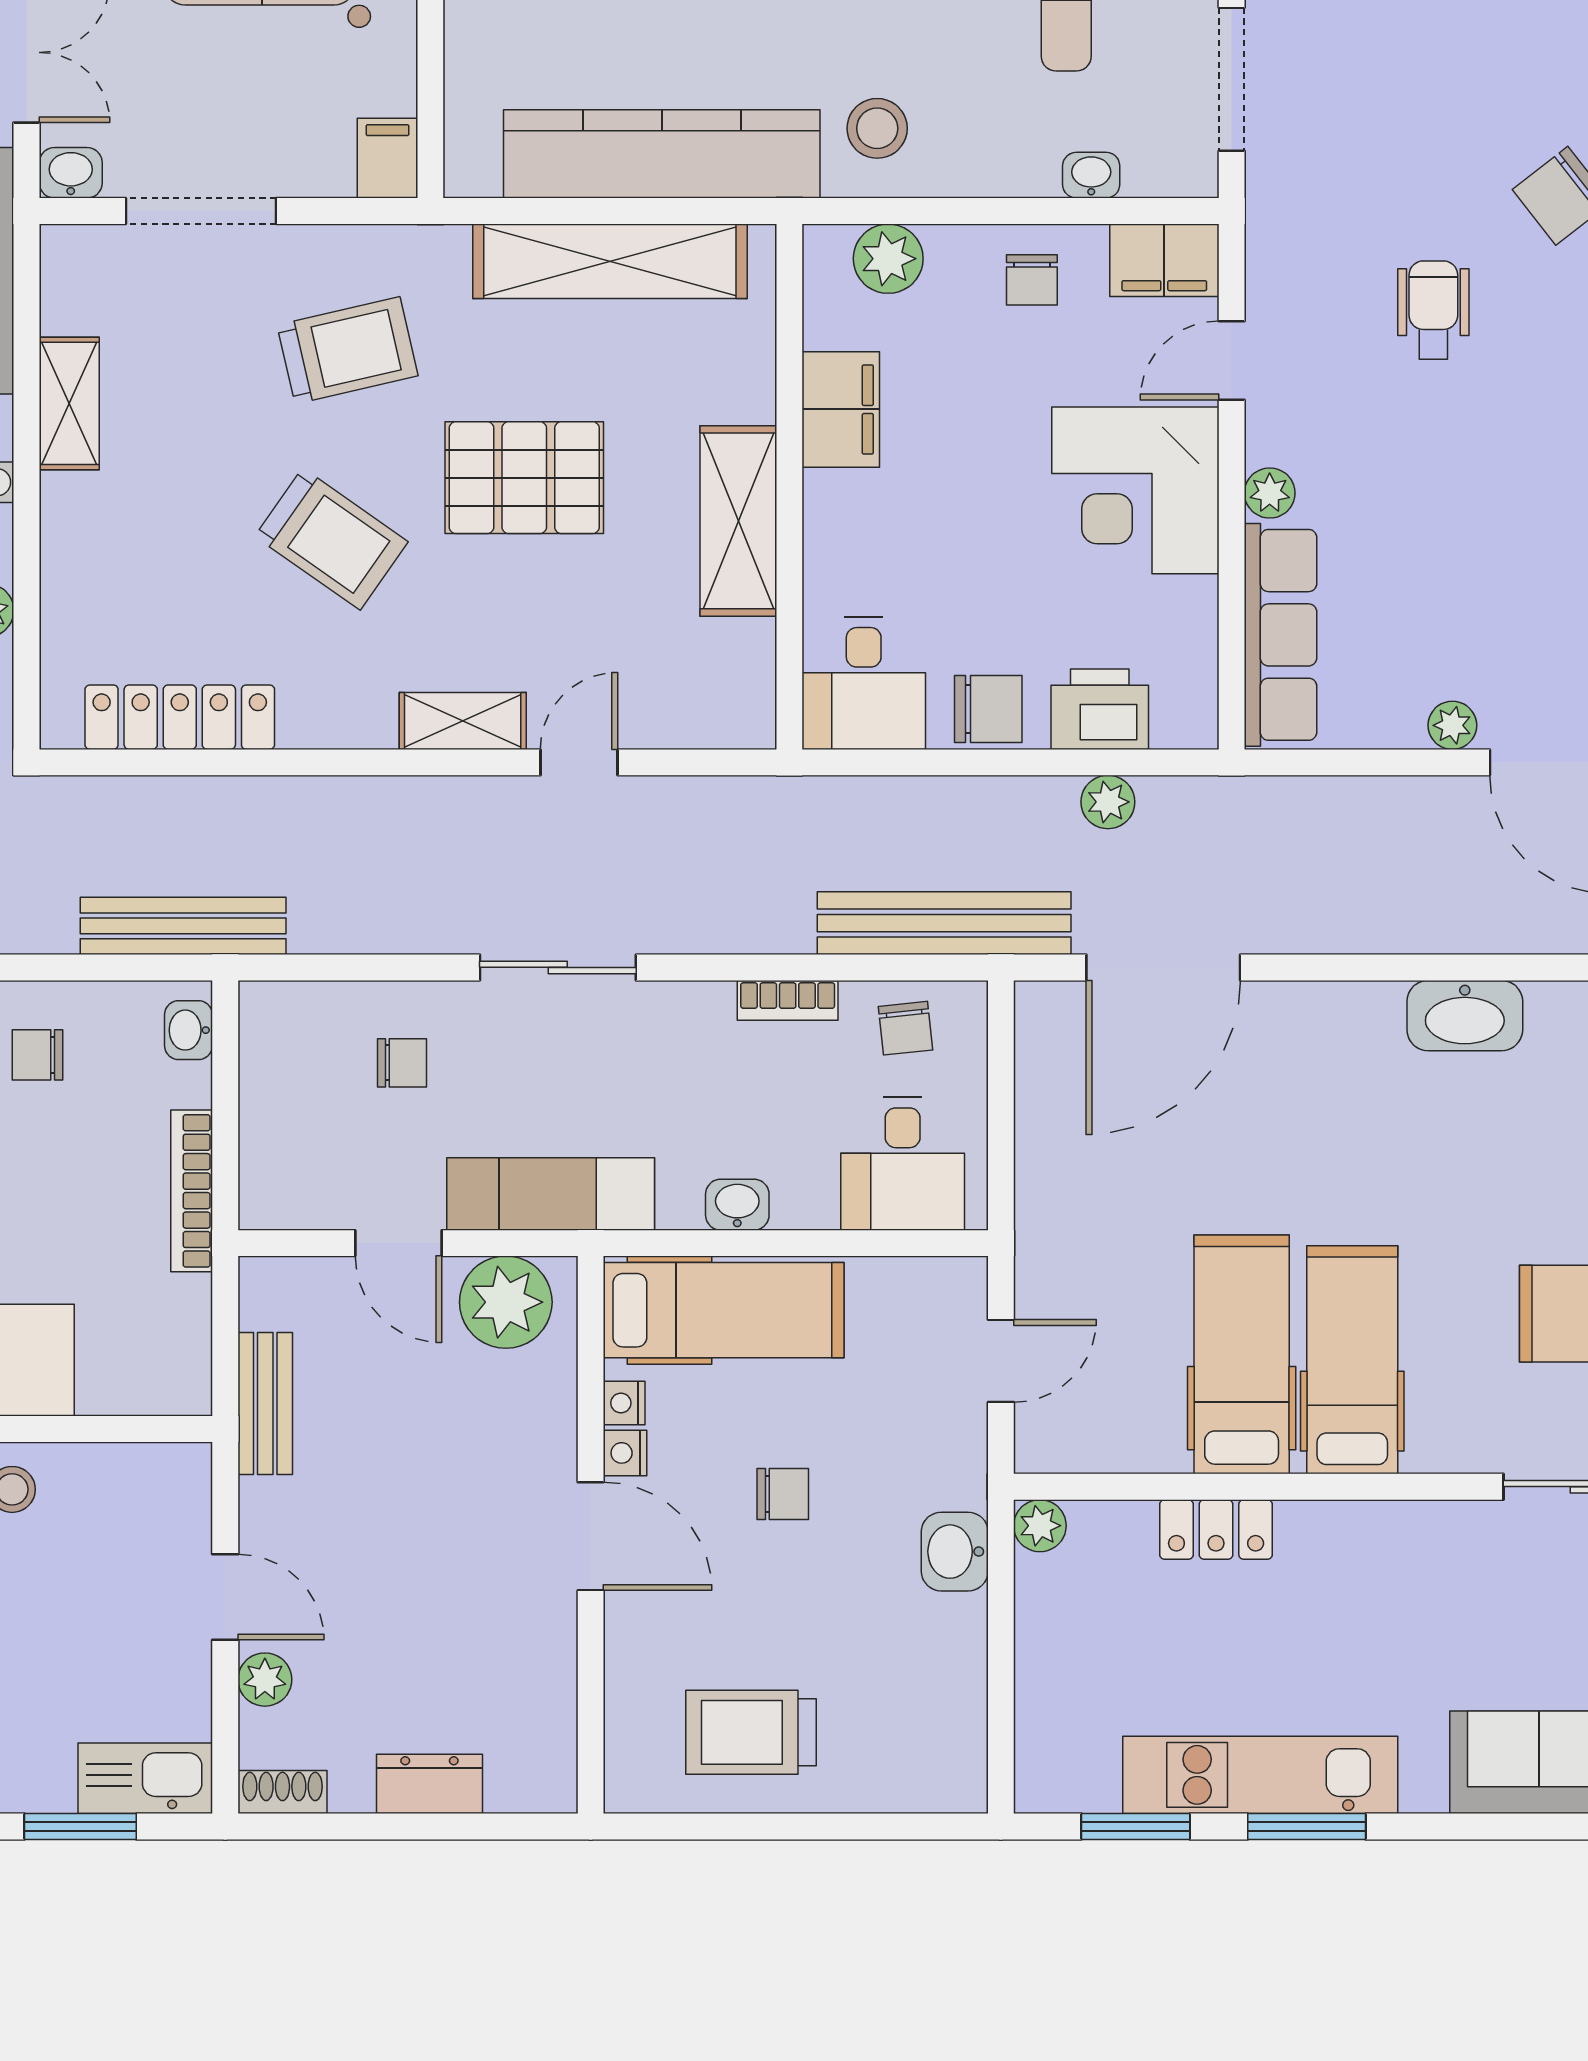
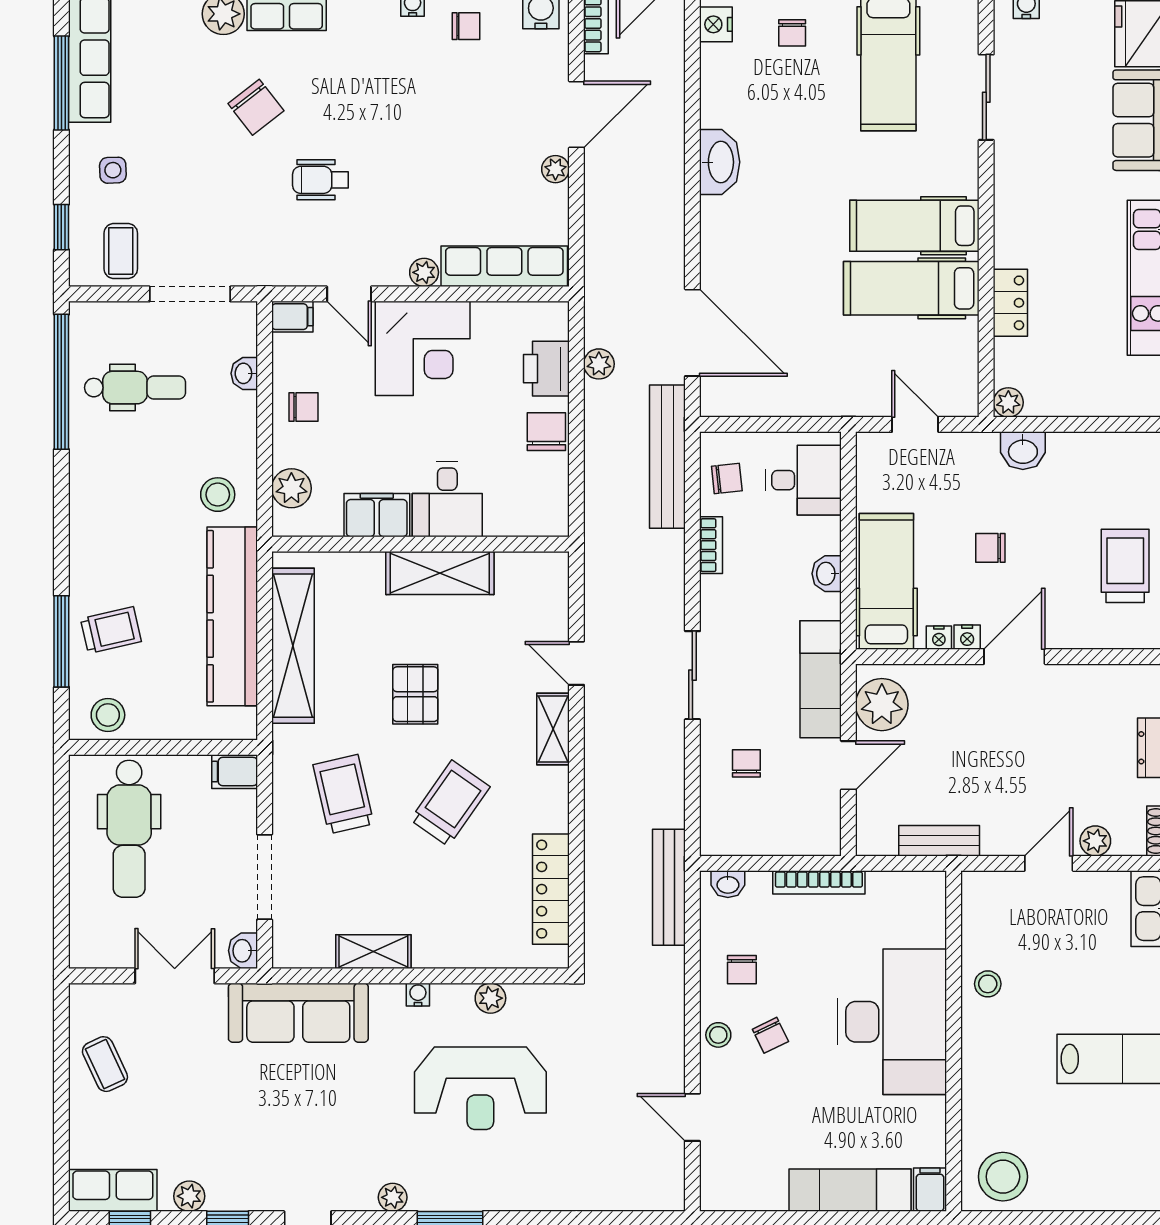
filing cabinet: (1164, 260) -> (292, 317), width x0.50
pallet: (524, 478) -> (415, 694), width x0.67, depth x0.71
desk: (864, 683) -> (447, 499), moved, turned 90
chair: (783, 1494) -> (990, 548), turned -90
trolley: (751, 1732) -> (1125, 566), turned 180

